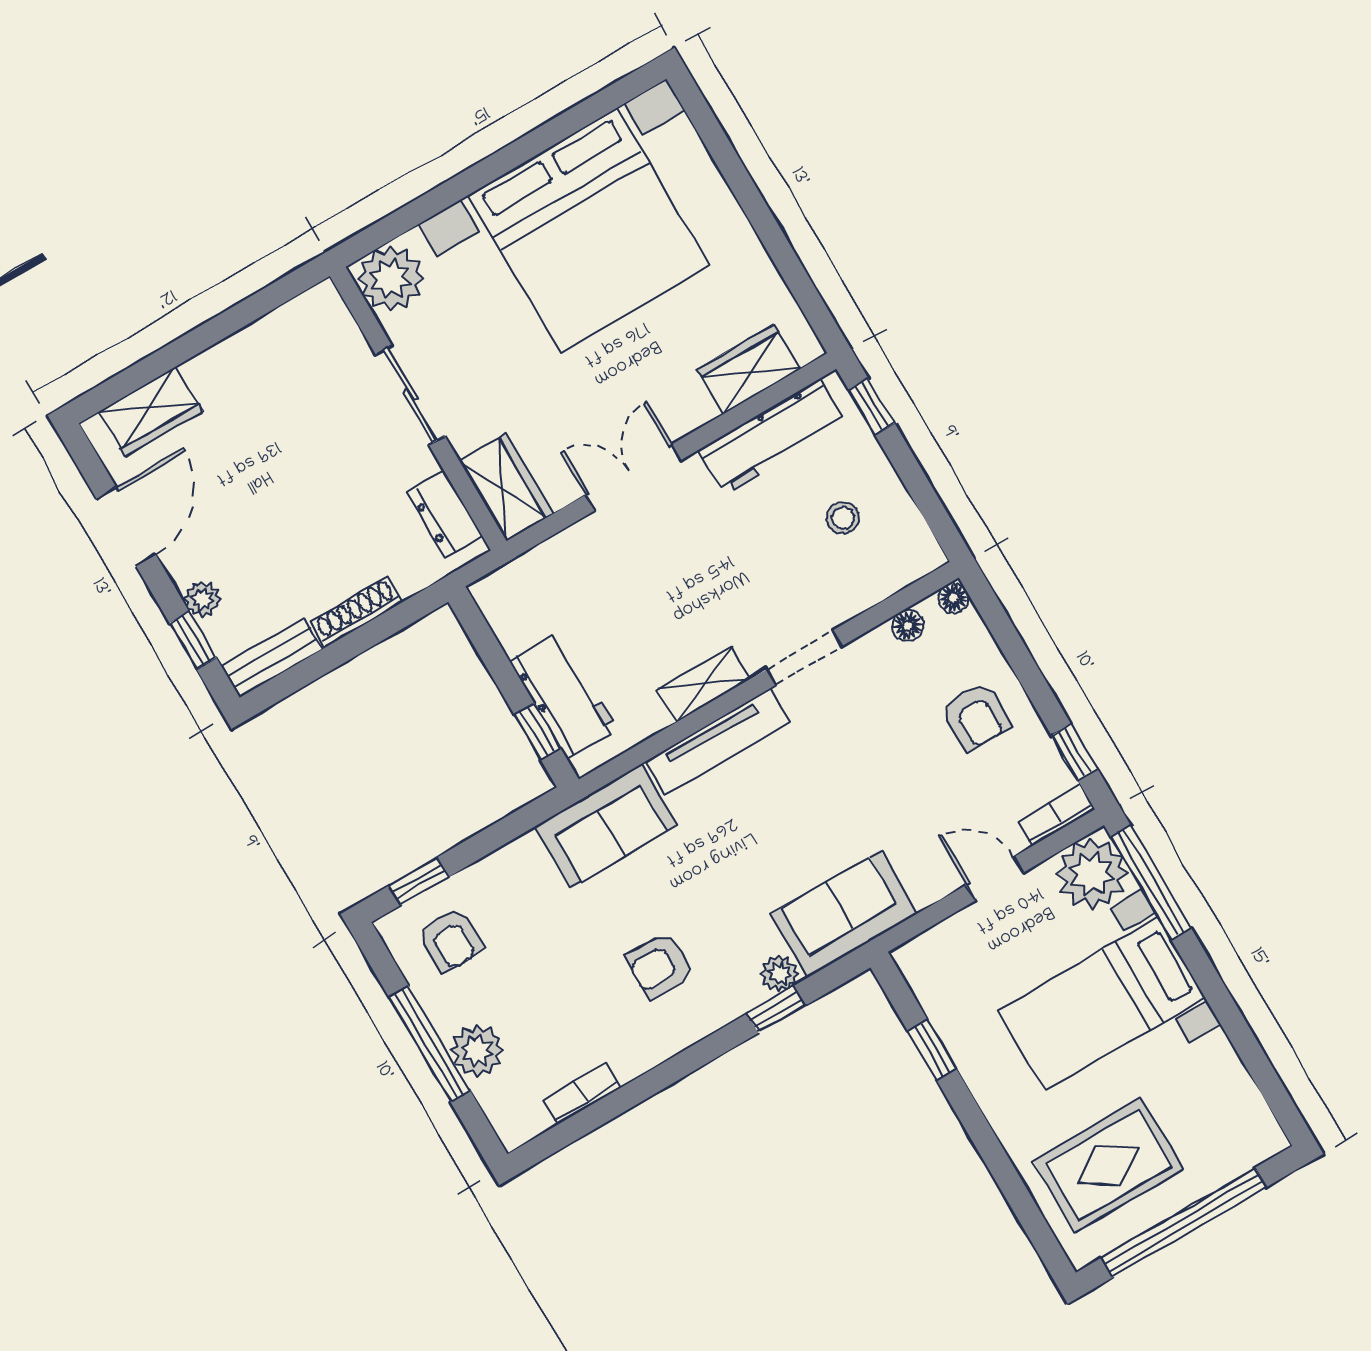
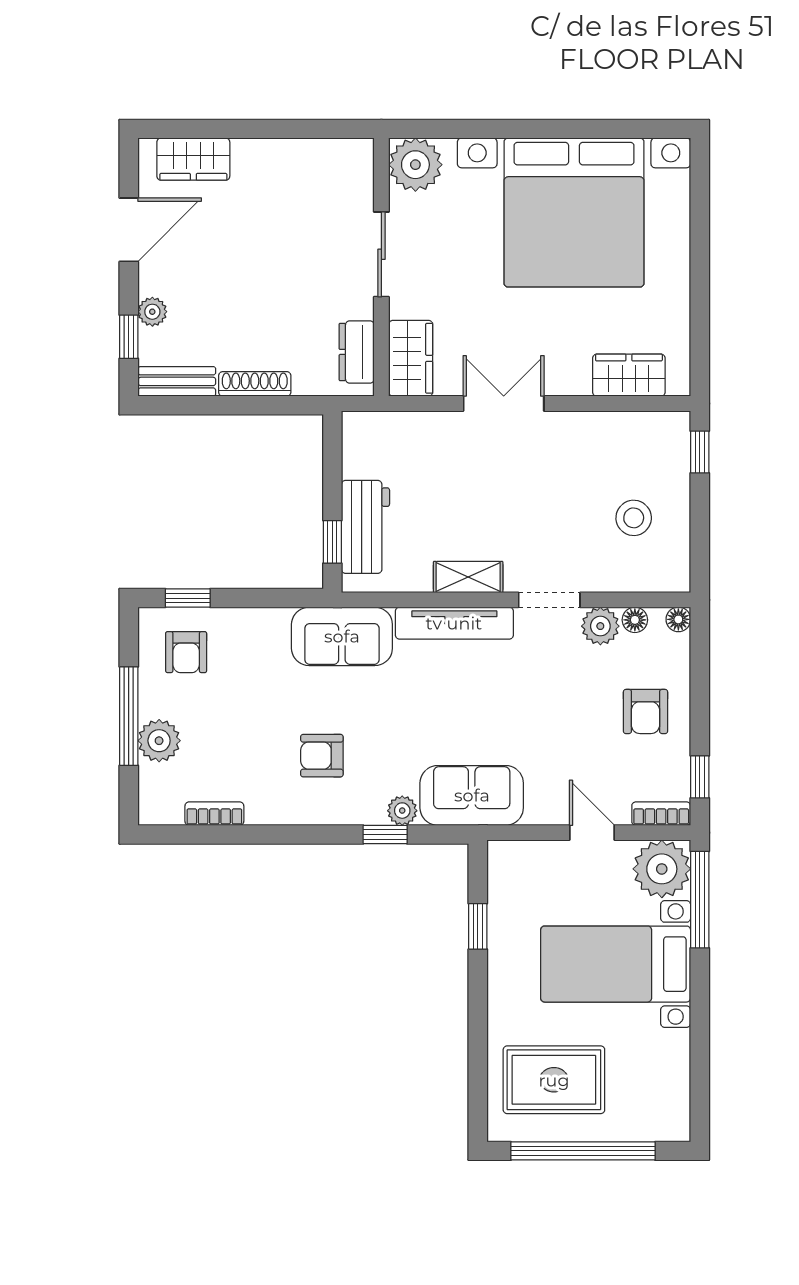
workbench: (772, 437) -> (618, 432), removed
stool: (843, 518) -> (634, 518), width x1.37, depth x1.37
plant: (875, 654) -> (600, 626), added

